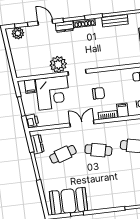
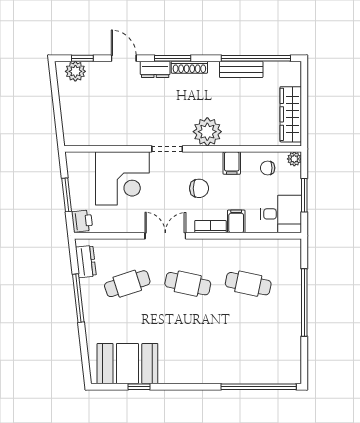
plant: (58, 64) -> (207, 132), moved
filing cabinet: (30, 86) -> (232, 163), moved

